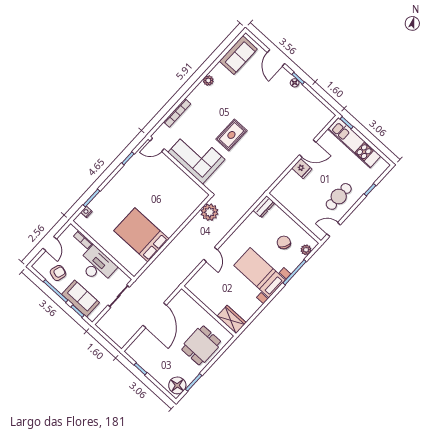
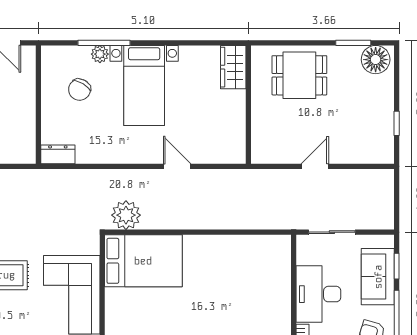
bed: (141, 235) -> (143, 261), moved, turned -90
plant: (306, 250) -> (100, 54), moved
door: (210, 254) -> (177, 166), hinge flipped
door: (155, 315) -> (315, 166), width x0.53

